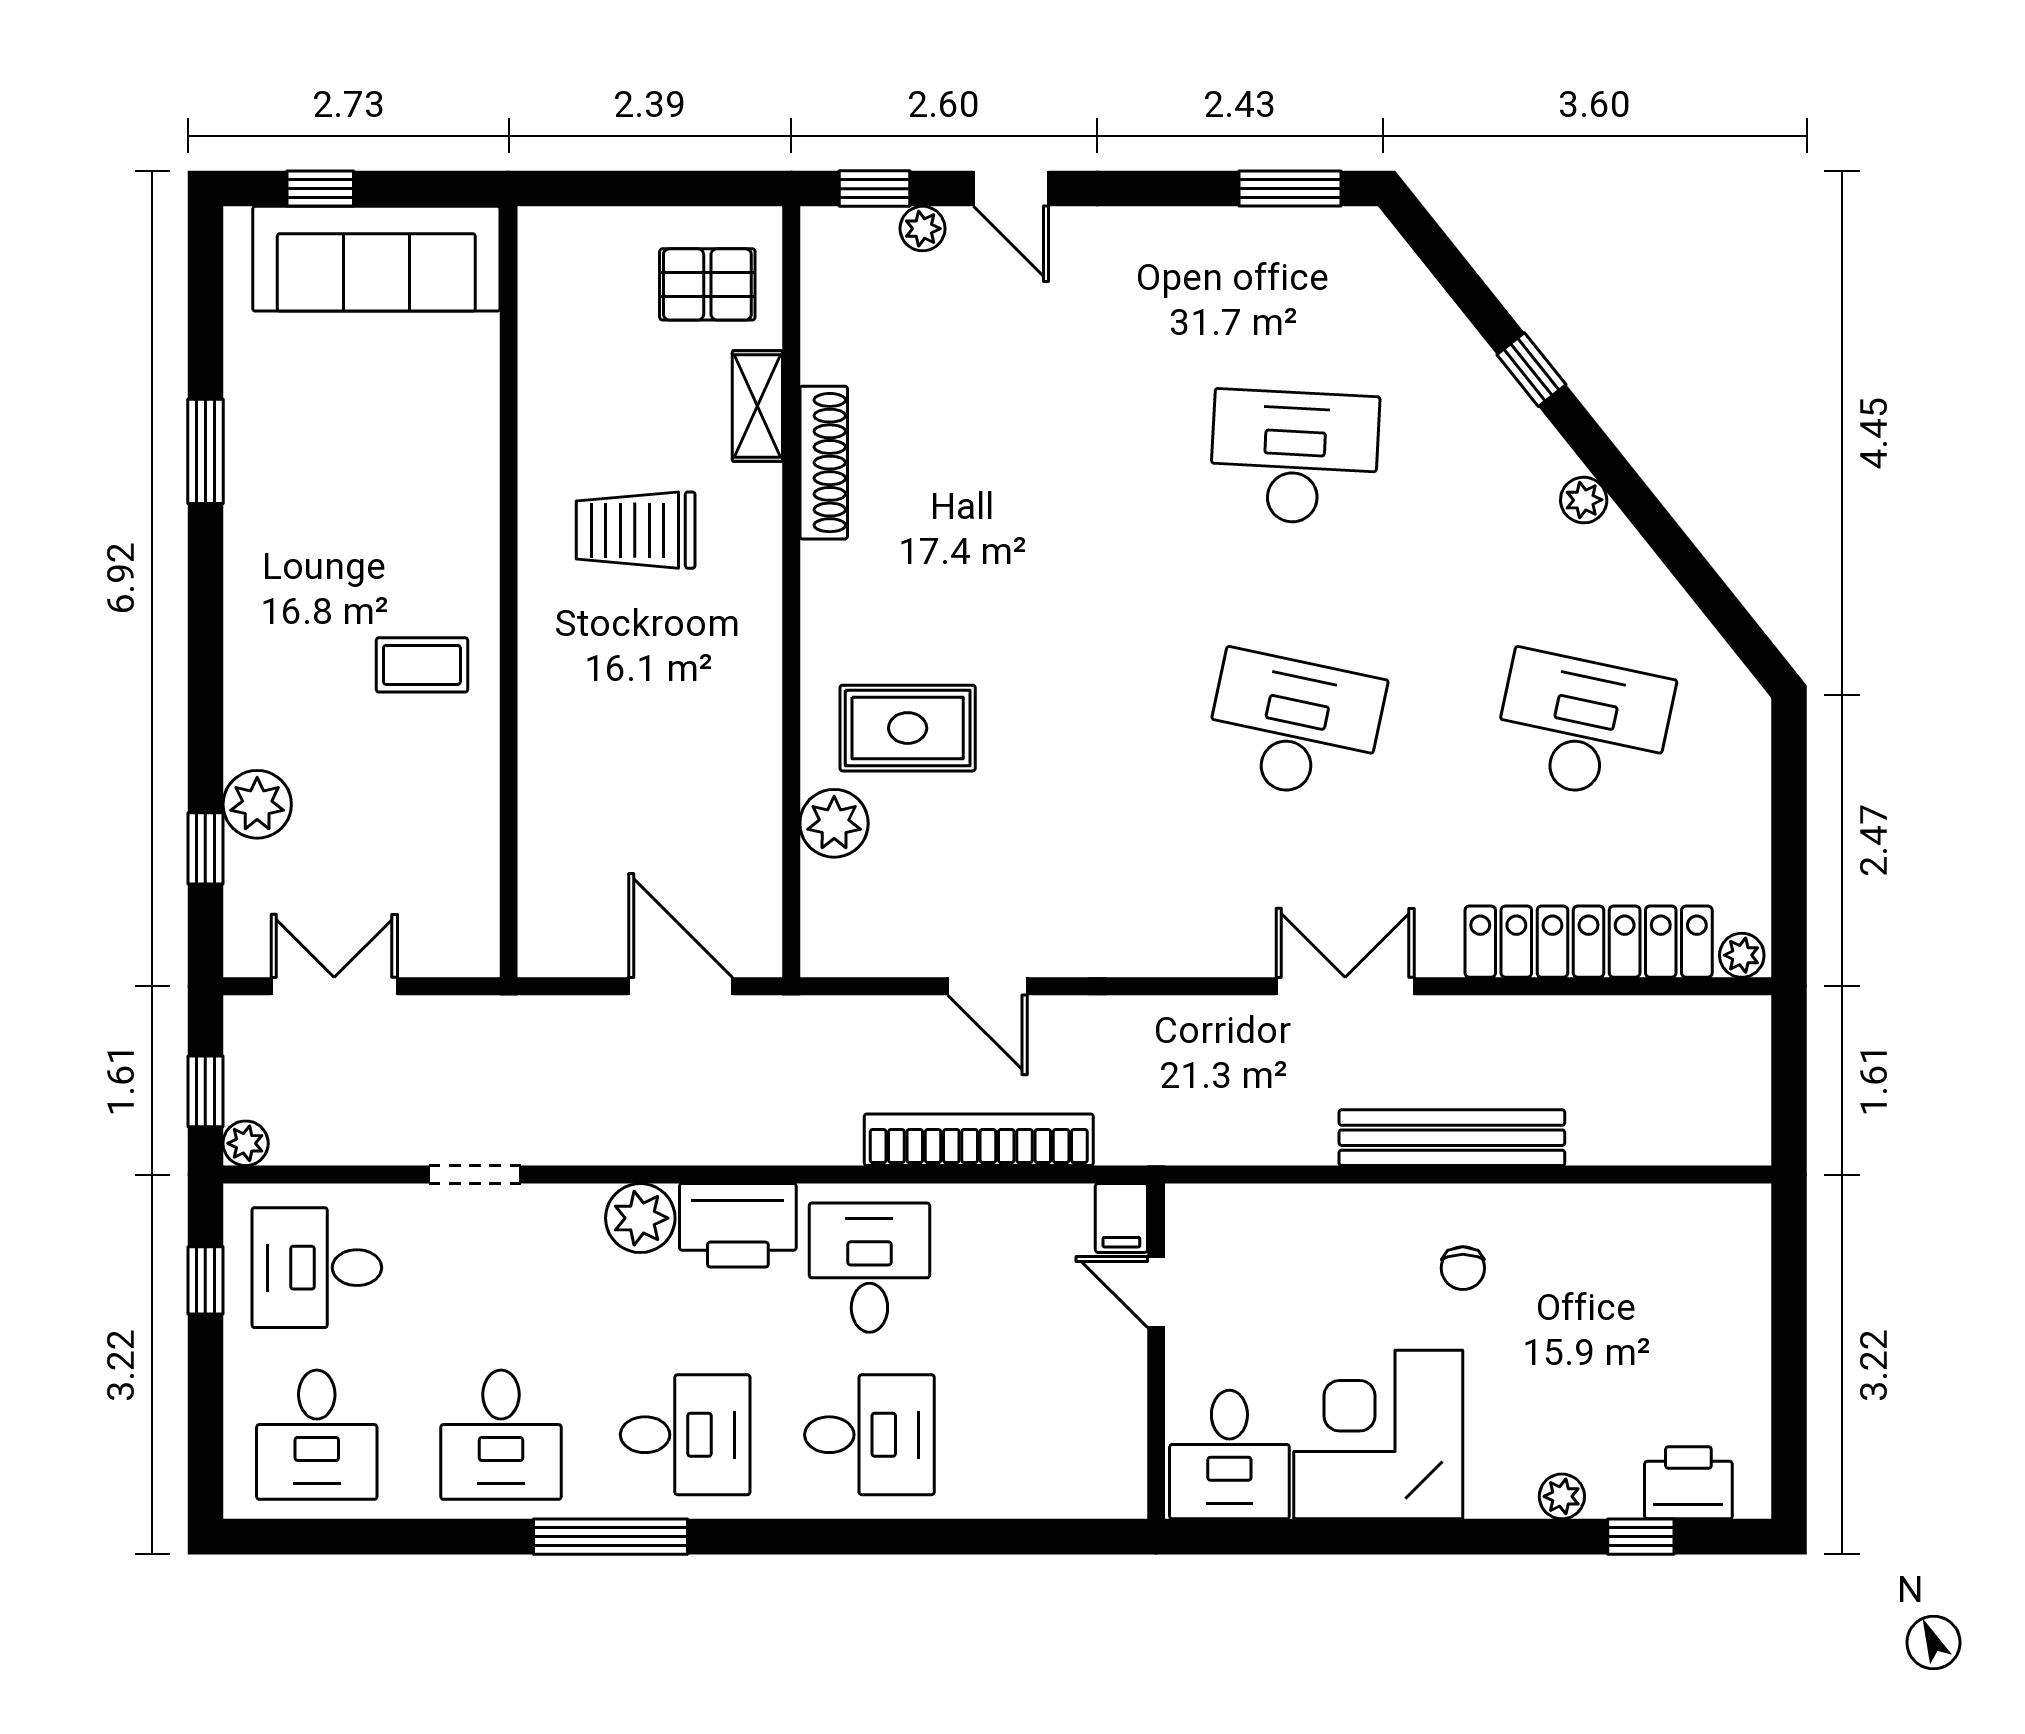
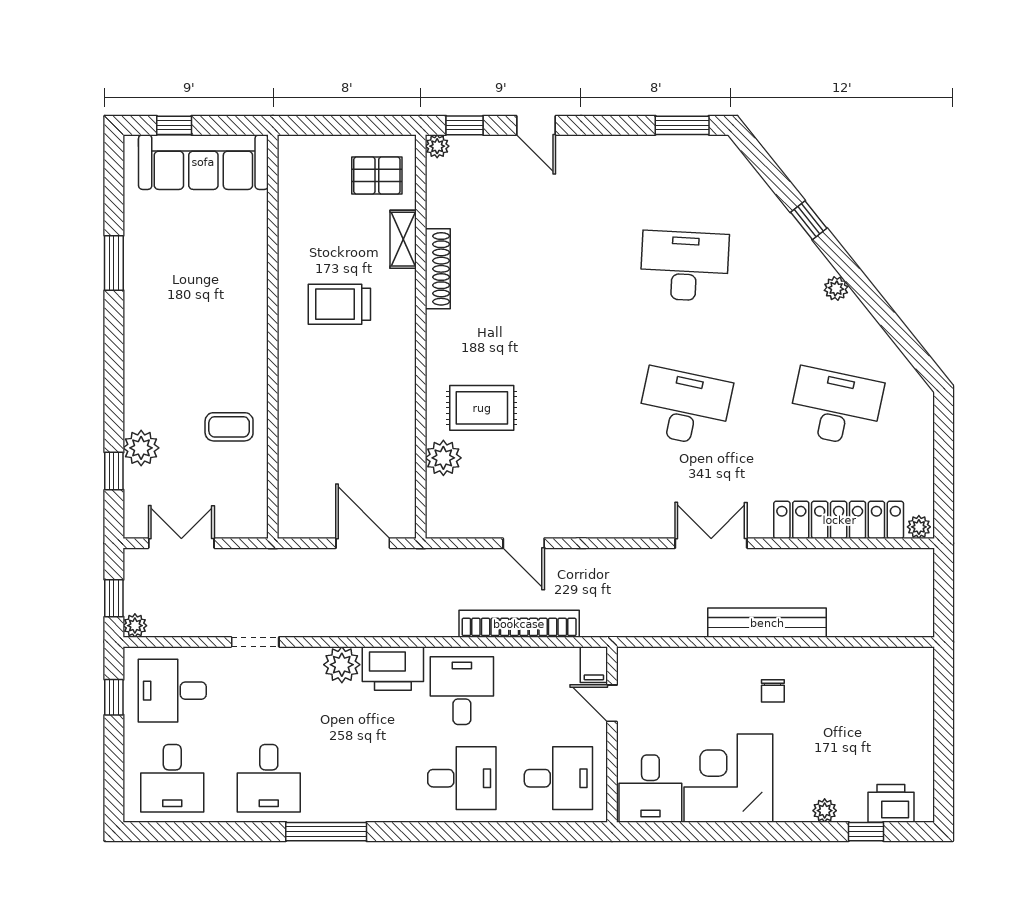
plant: (923, 229) -> (437, 146), moved
coffee table: (422, 665) -> (229, 427), moved
desk: (685, 1435) -> (558, 778), moved

